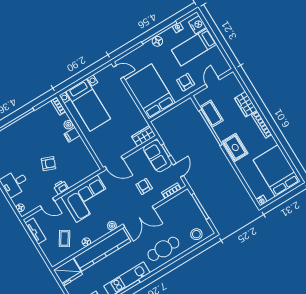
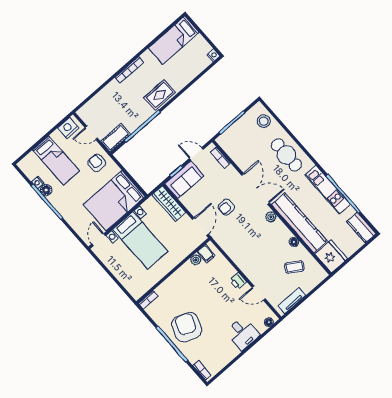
nightstand: (197, 25) -> (68, 128), moved
floor lamp: (157, 41) -> (46, 190), moved
armchair: (186, 82) -> (97, 163), turned 90
wardrobe: (246, 104) -> (109, 92), removed
bed with nightstands: (88, 105) -> (140, 240), moved, turned 90
cot: (211, 114) -> (116, 138), moved
plant: (68, 125) -> (196, 260), moved
filing cabinet: (72, 135) -> (206, 254), moved
wardrobe: (144, 136) -> (169, 204), width x1.50
armchair: (49, 164) -> (187, 327), moved, width x1.88, depth x1.88
bed: (277, 171) -> (174, 40), width x0.67
armchair: (144, 186) -> (226, 207), moved
corner sofa: (87, 199) -> (246, 250), removed
door: (47, 203) -> (259, 293), swing flipped

